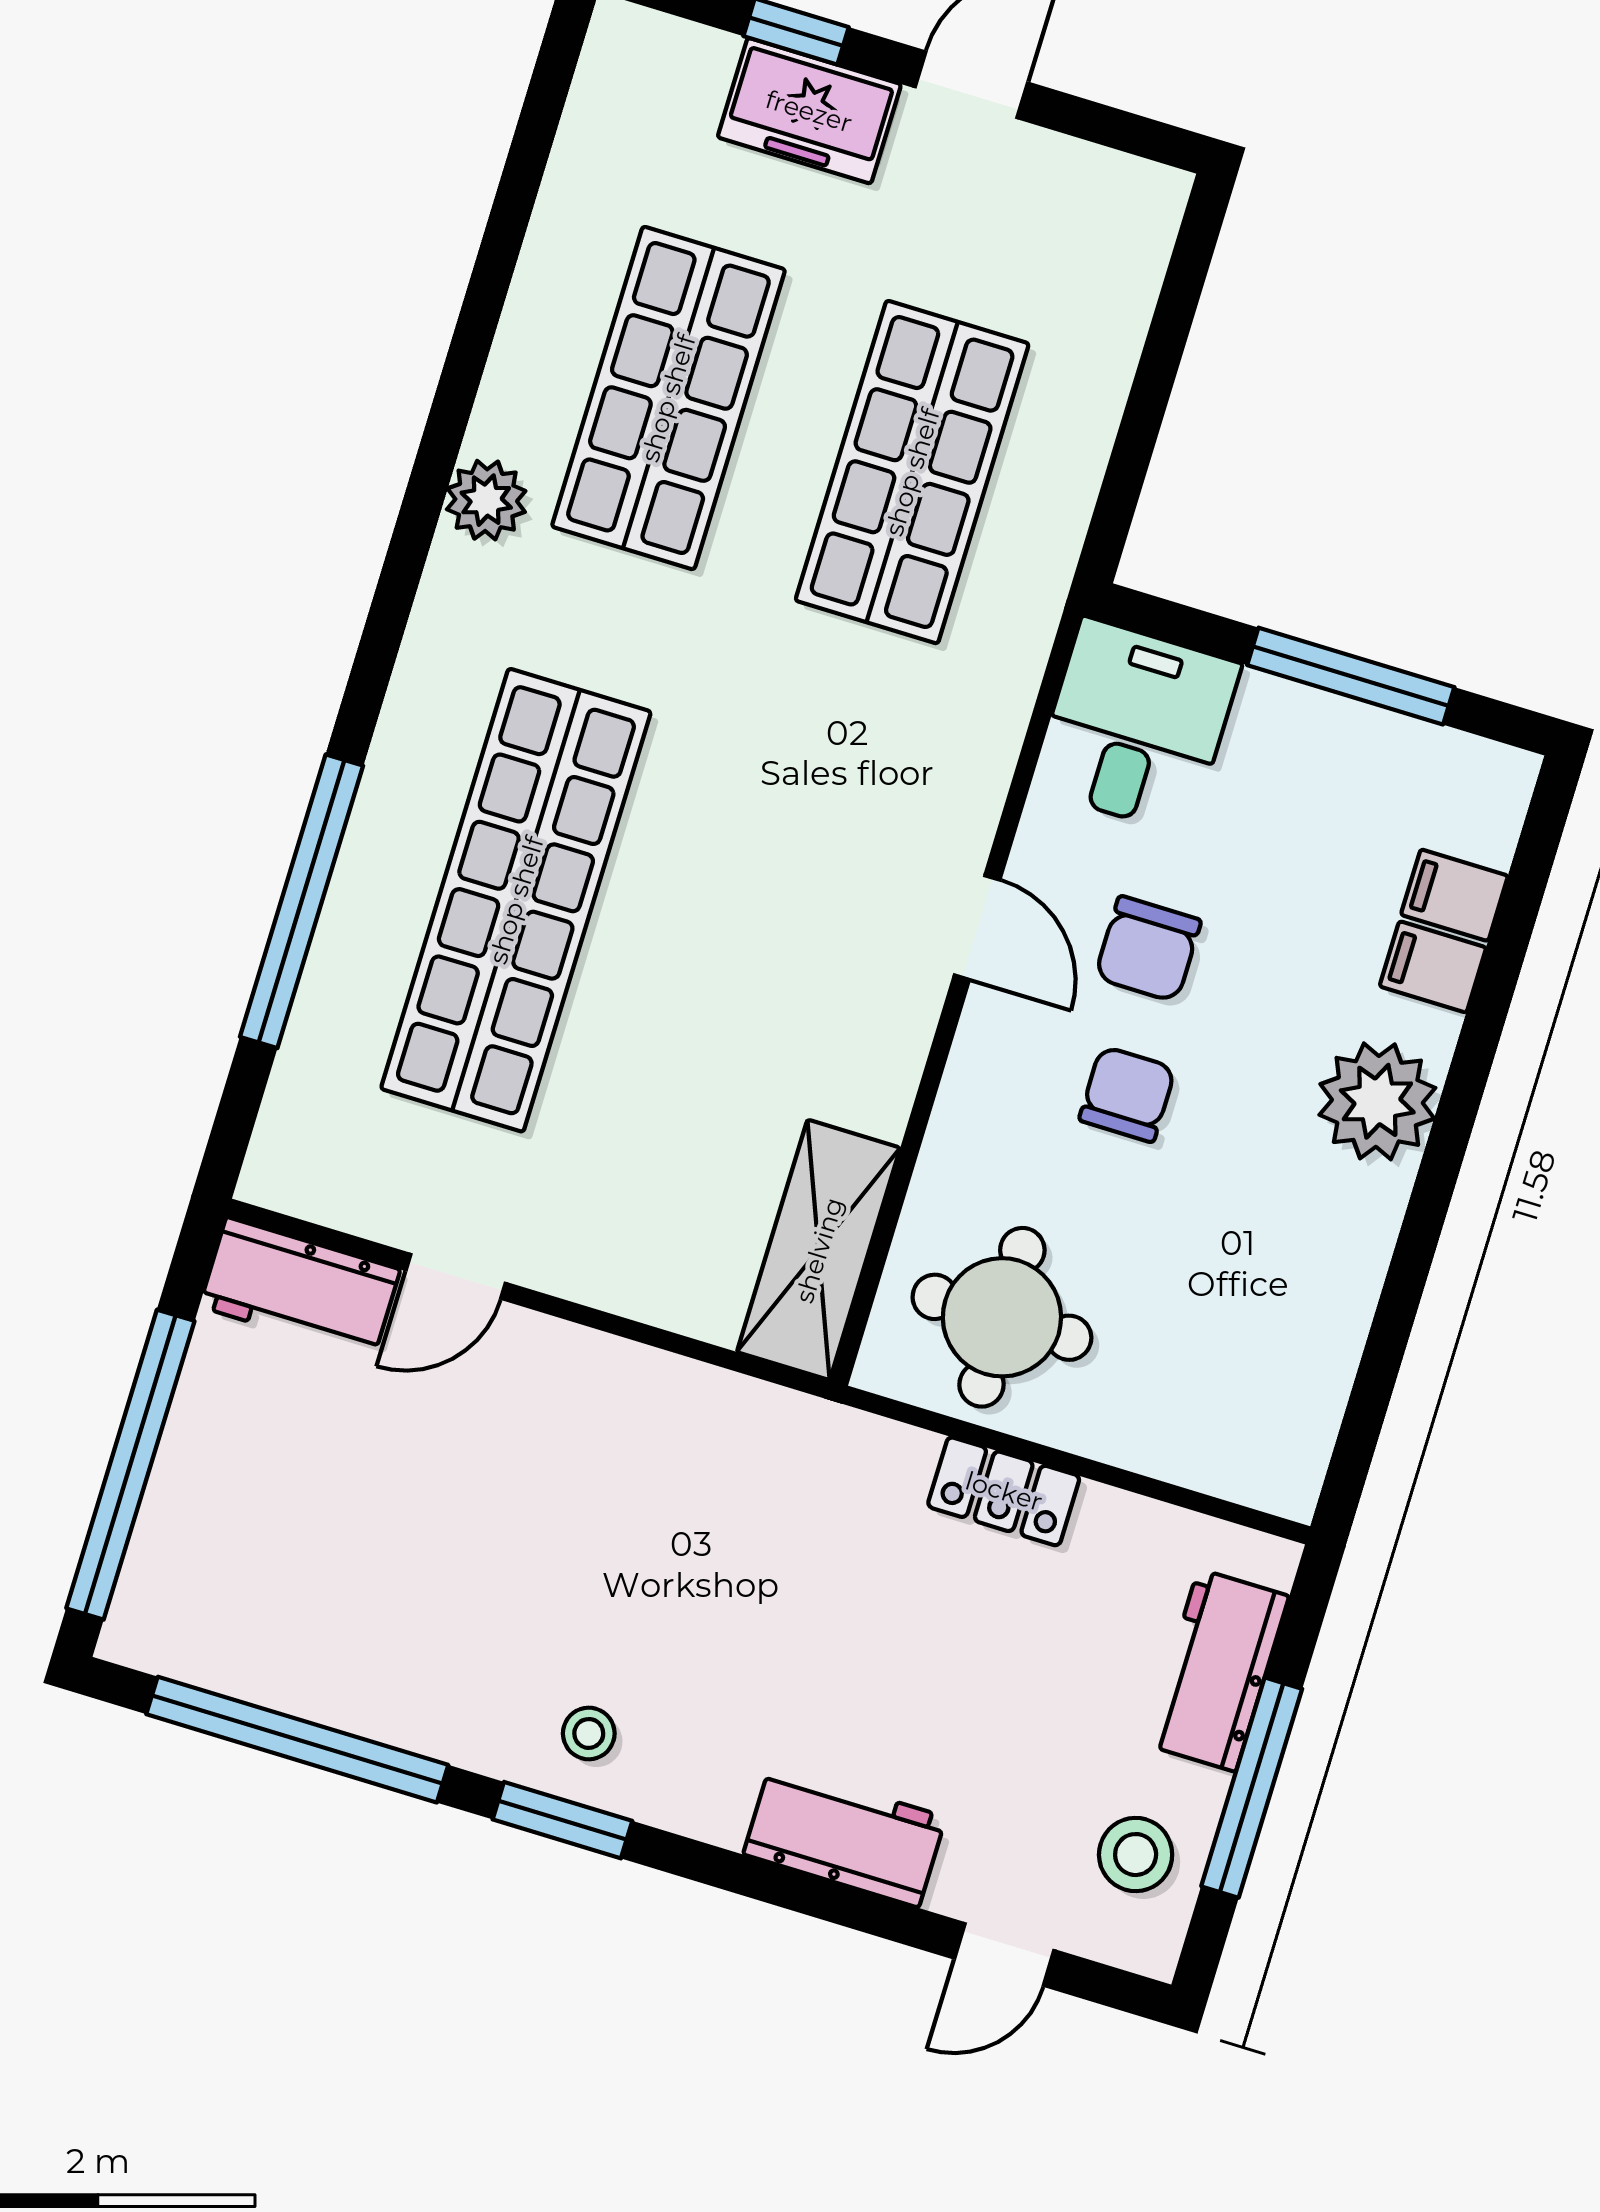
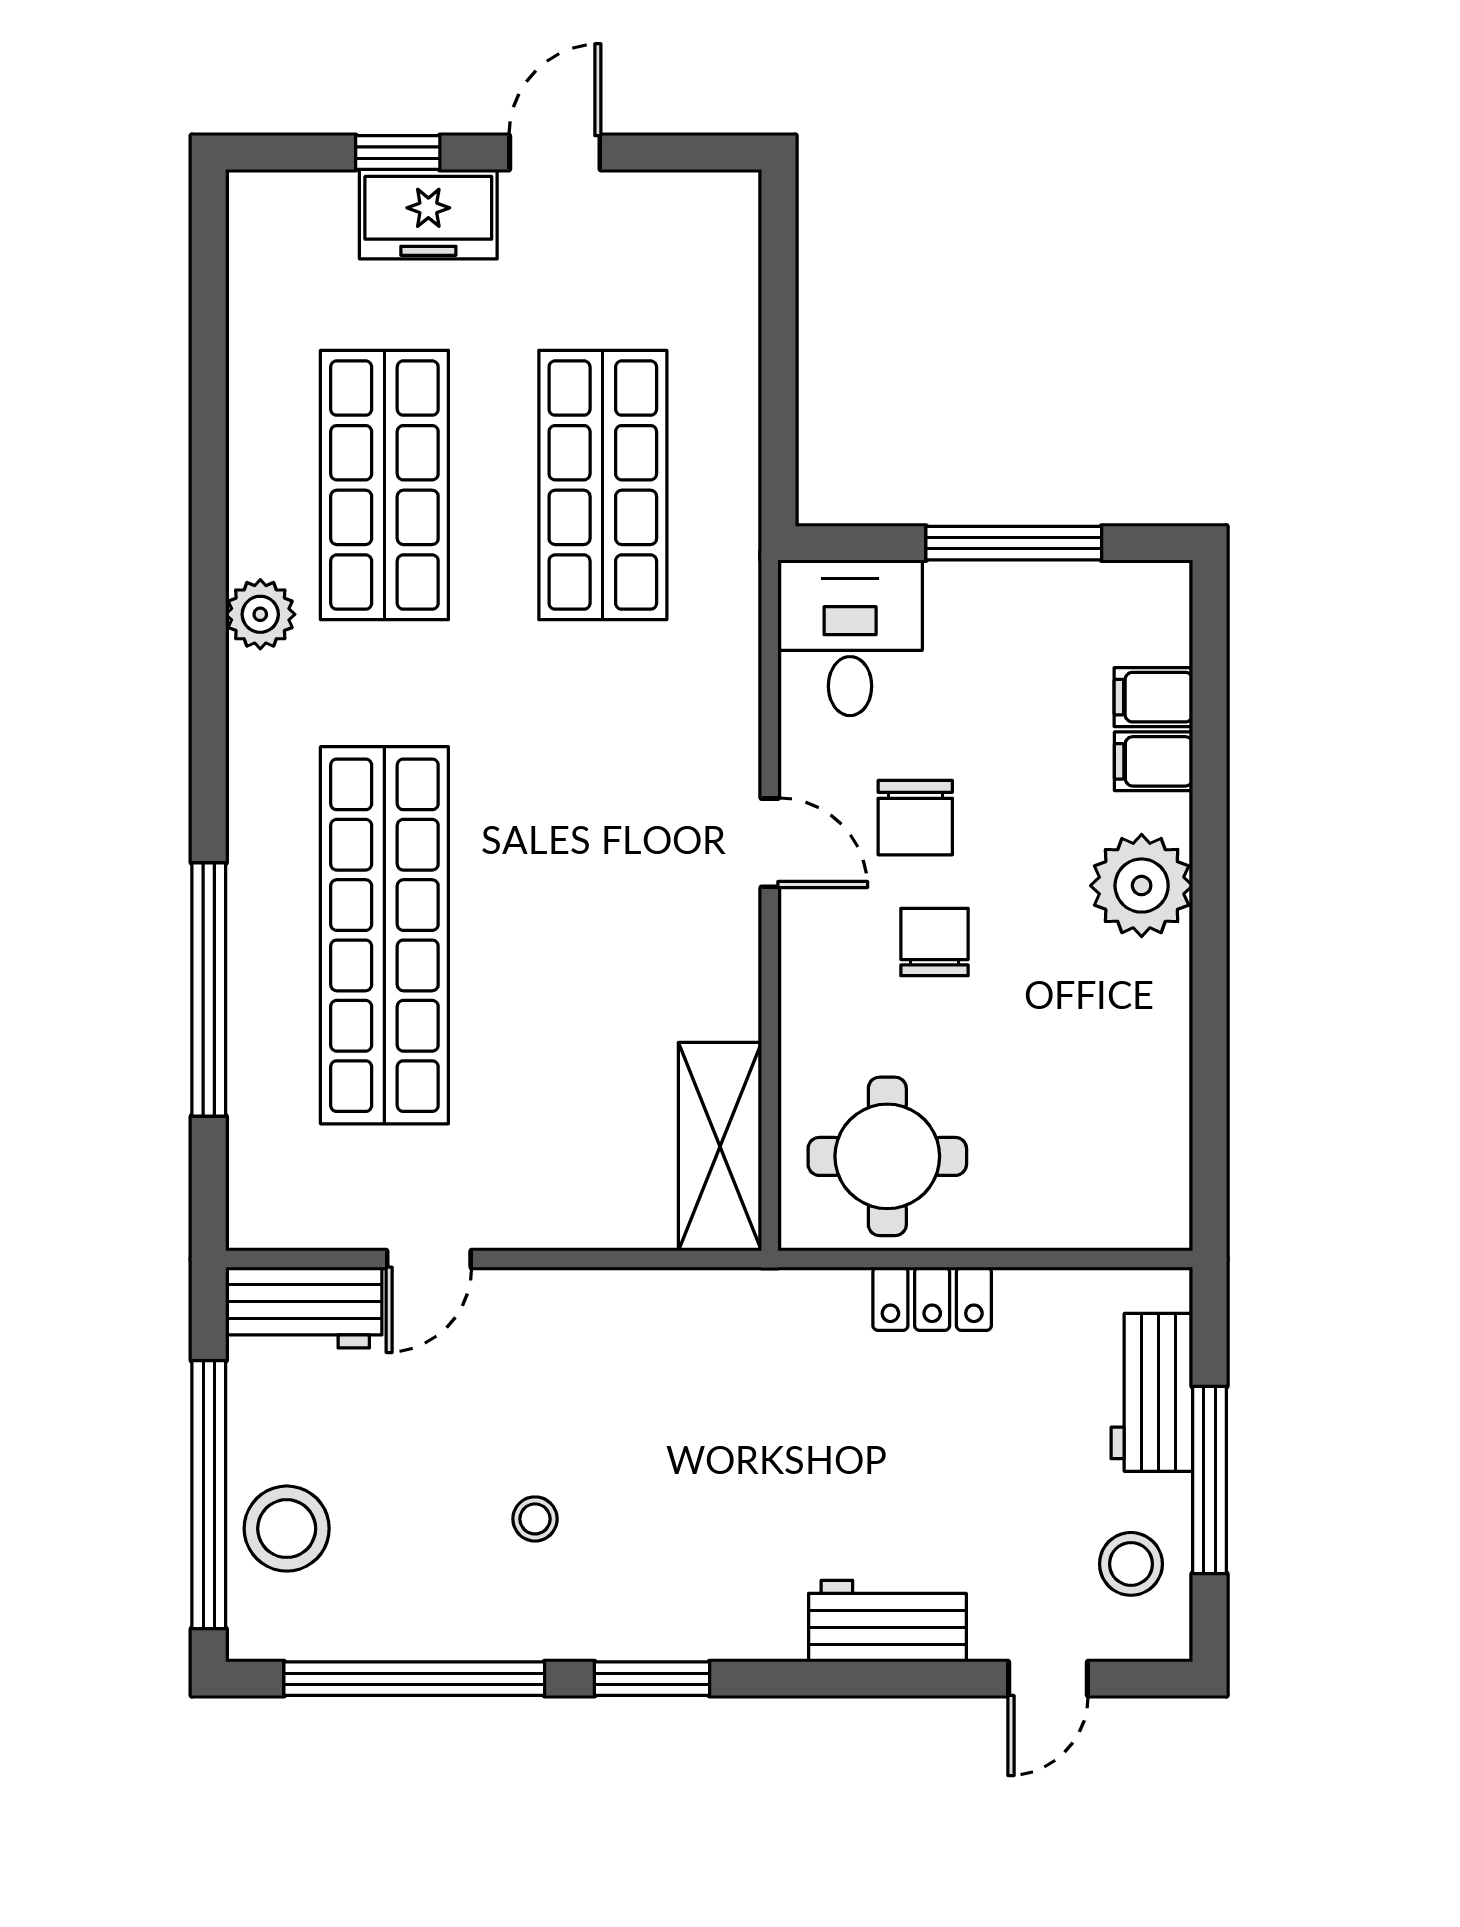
stool: (206, 1529) -> (287, 1529), added
stool: (589, 1733) -> (535, 1519), moved

